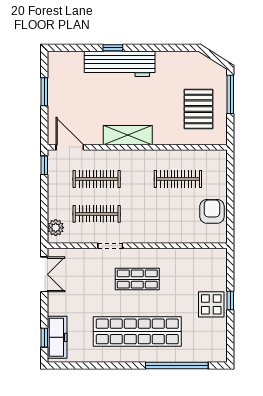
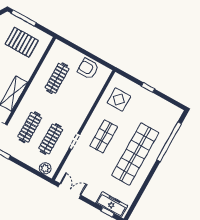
display table: (211, 304) -> (119, 100), moved

